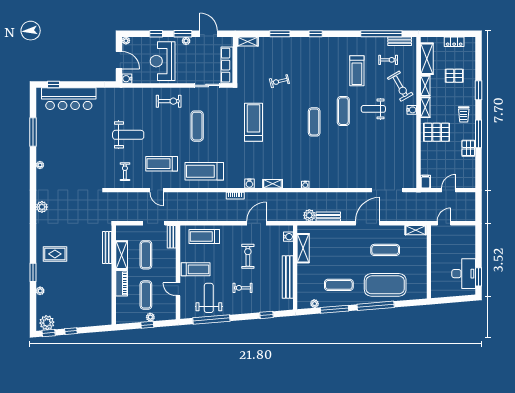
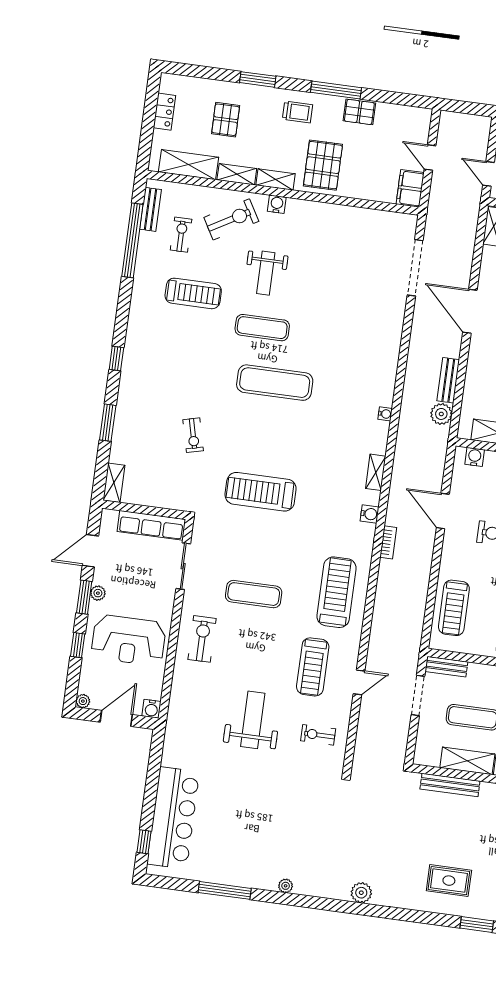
exercise mat: (314, 122) -> (275, 383), width x1.36, depth x1.45
treadmill: (204, 171) -> (337, 592), turned 180
filing cabinet: (425, 182) -> (410, 188), width x2.00
rug: (55, 254) -> (449, 881), turned 90

